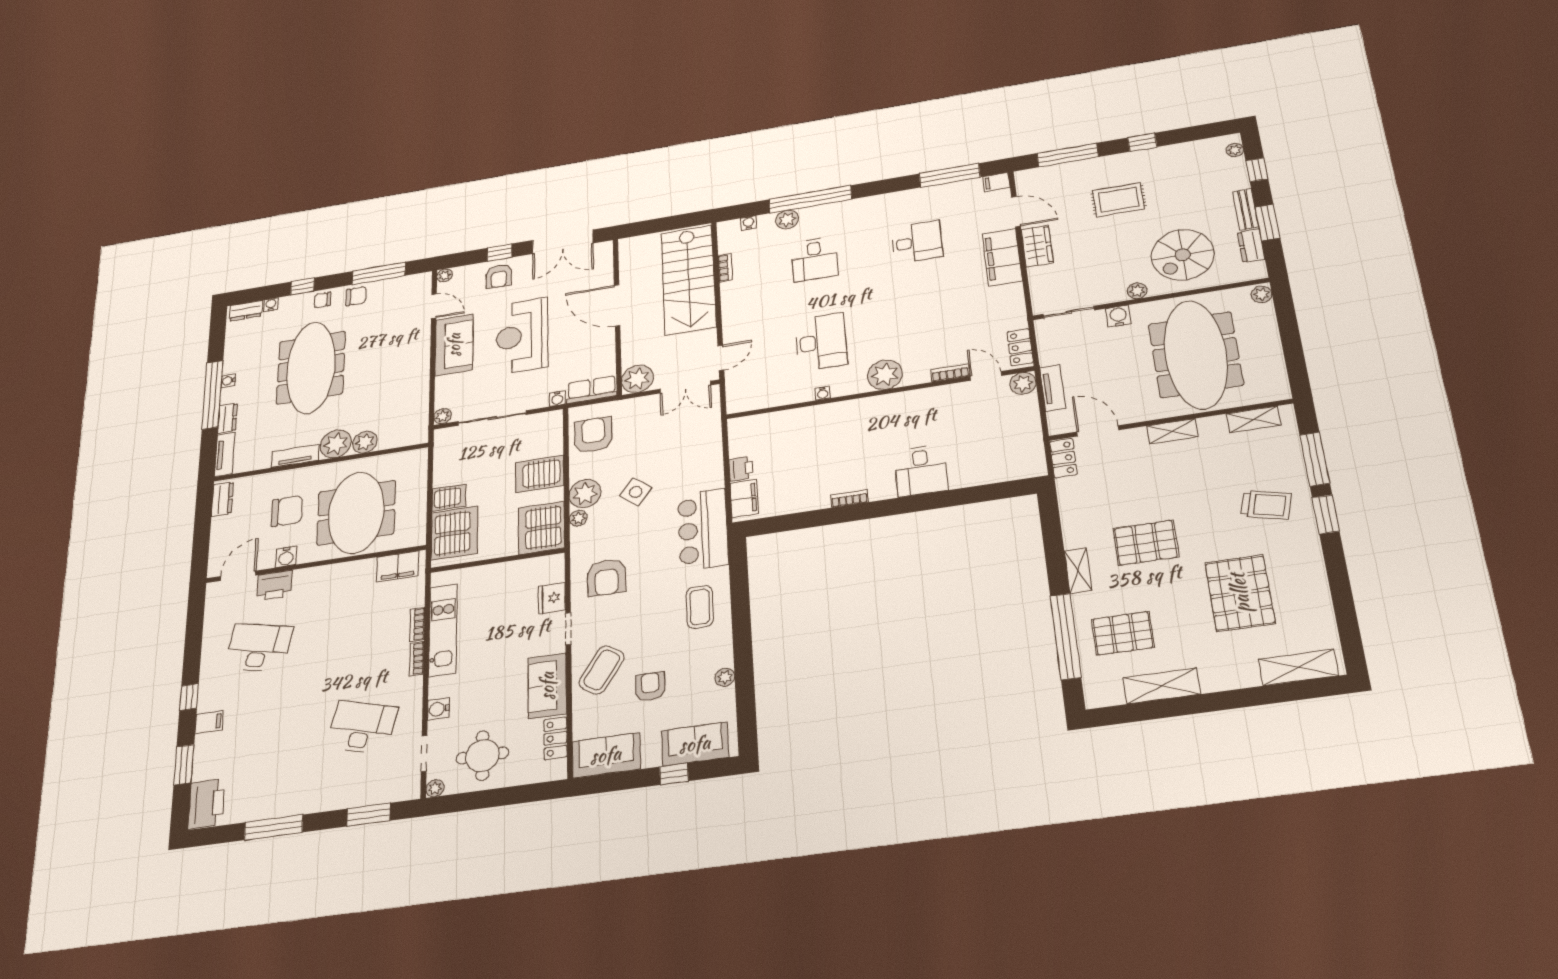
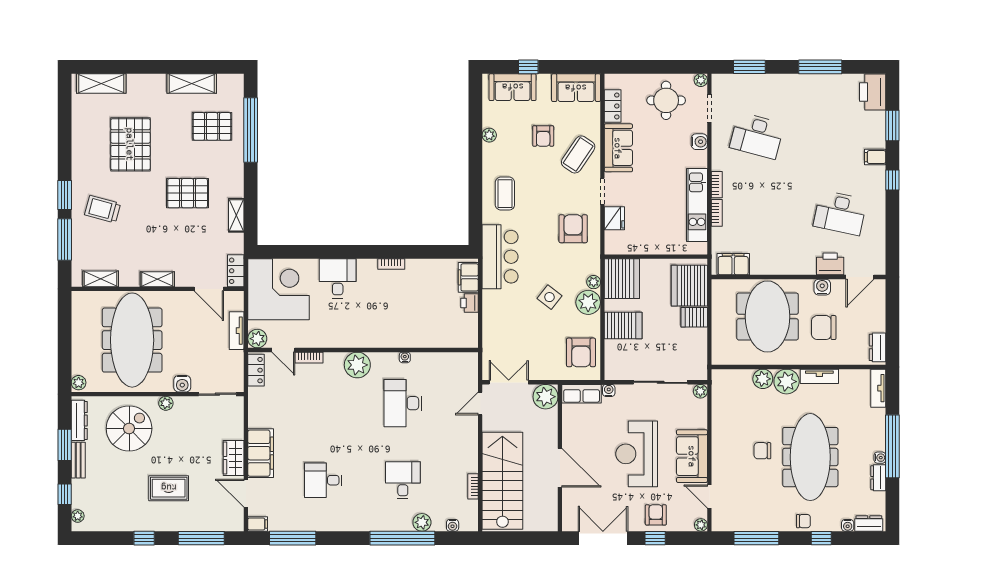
dresser: (1251, 246) -> (79, 420), width x1.44
chair: (356, 296) -> (762, 451), moved
reception desk: (522, 336) -> (637, 454), turned 180
dresser: (227, 418) -> (878, 478), moved
corner desk: (1001, 445) -> (279, 289), added
shelving: (1078, 570) -> (236, 215), moved

